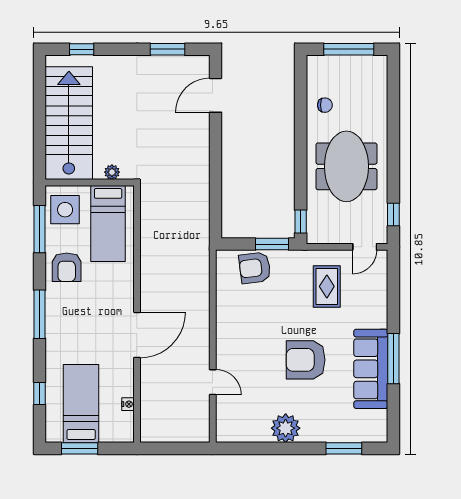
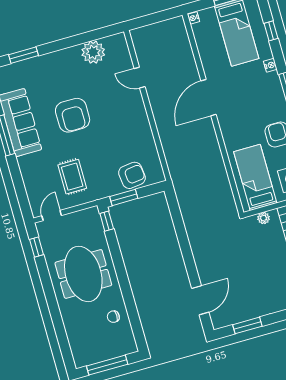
nightstand: (52, 353) -> (270, 65), added
armchair: (306, 360) -> (73, 115), turned 90
nightstand: (128, 404) -> (193, 18), moved
plant: (286, 428) -> (93, 52), moved

